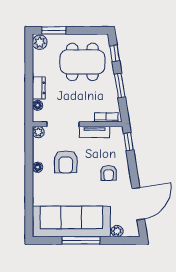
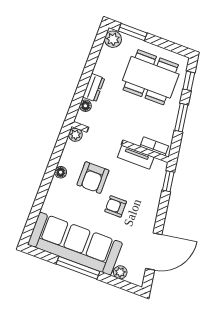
armchair: (109, 173) -> (116, 206), moved, turned 90

